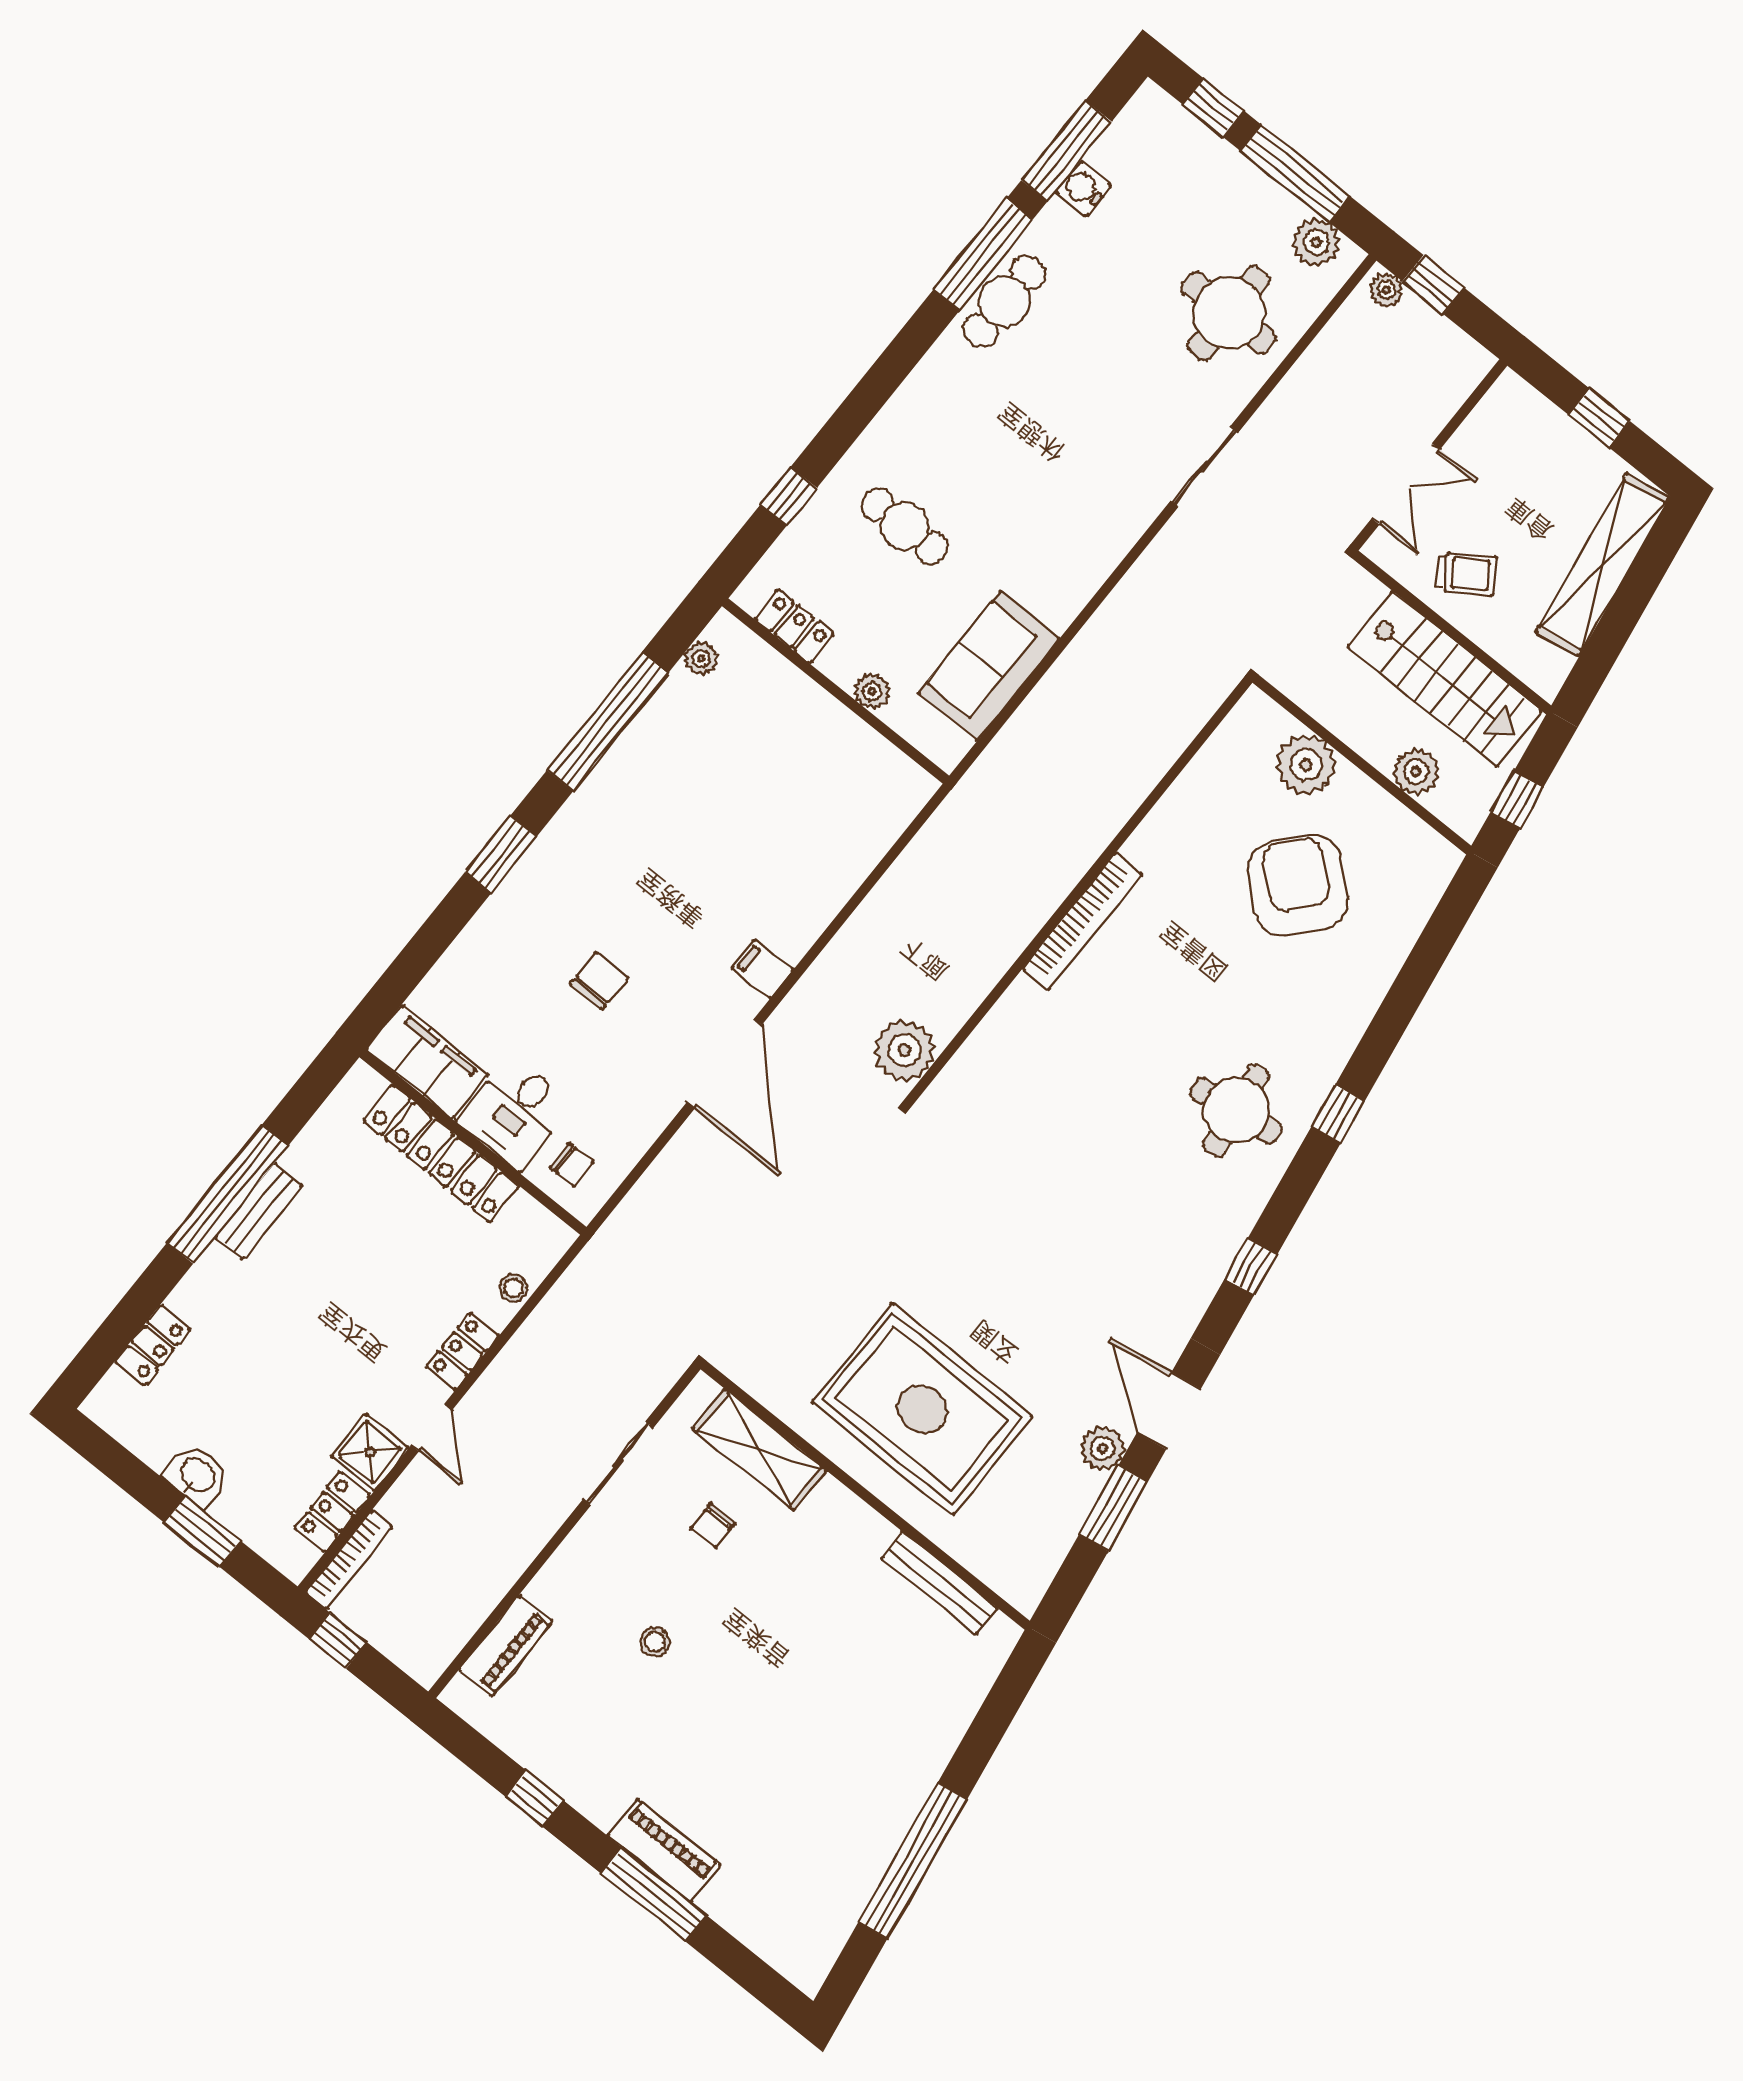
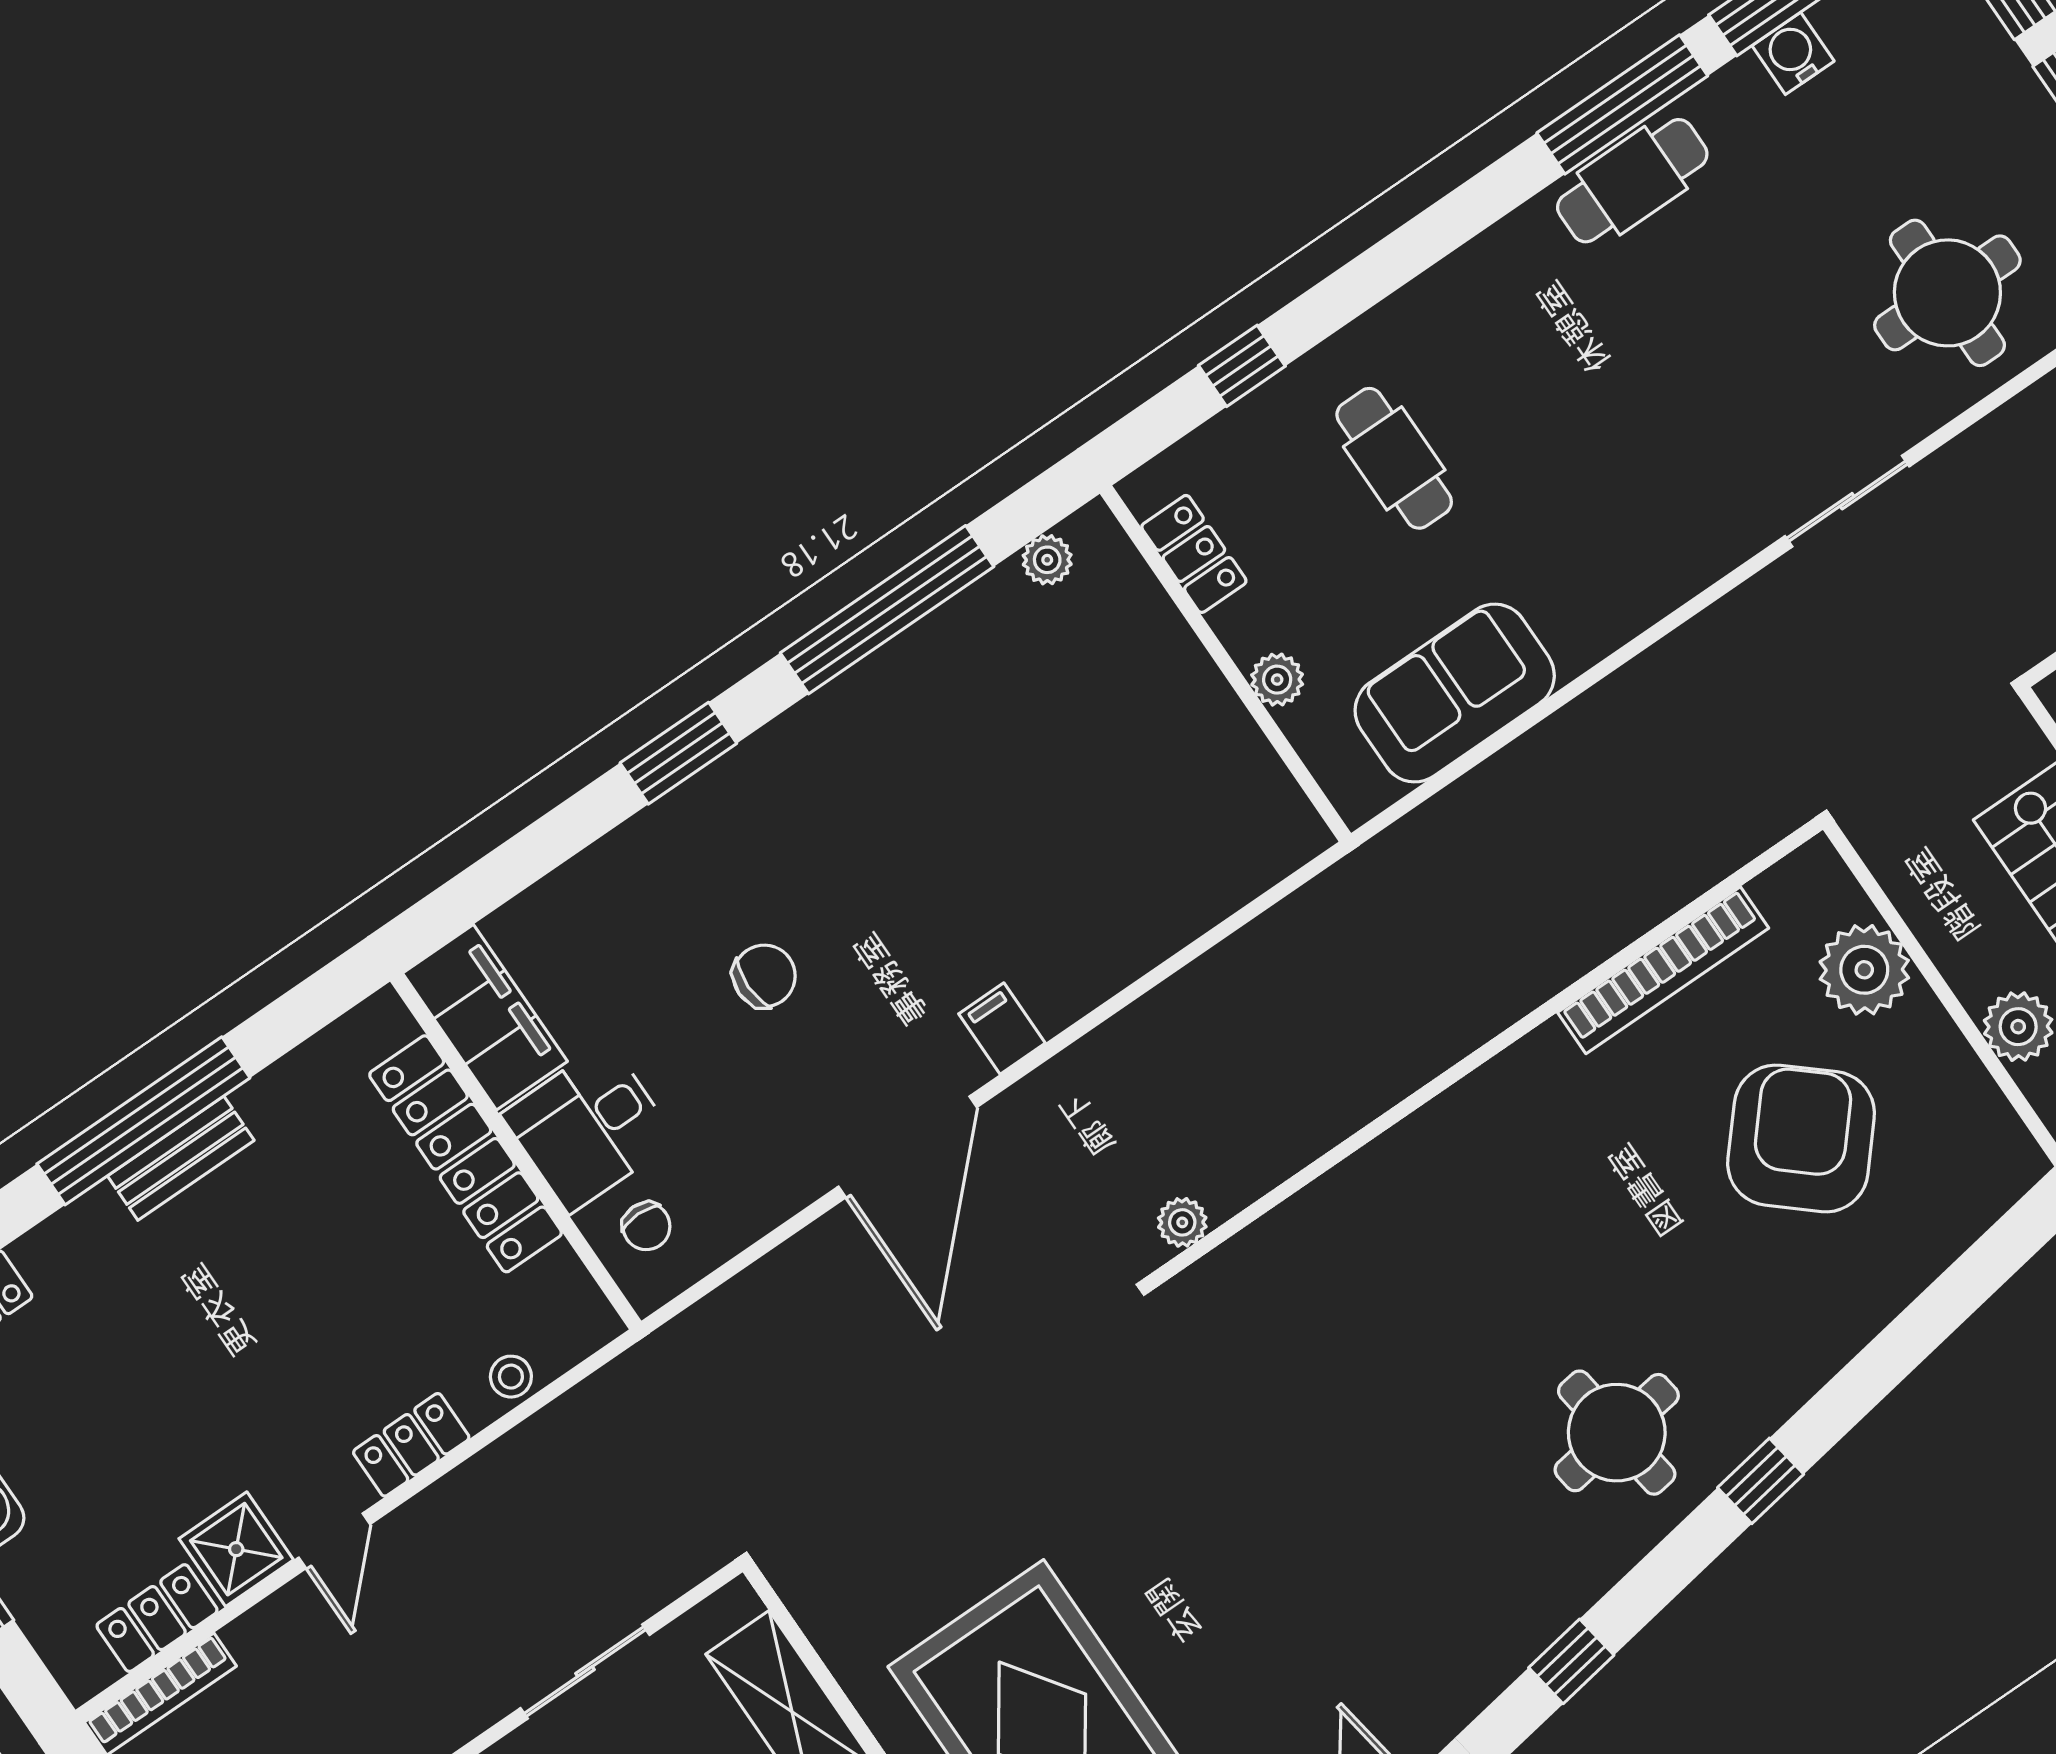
bookcase: (1082, 921) -> (1663, 970), moved
plant: (905, 1050) -> (1182, 1222), width x0.53, depth x0.53

